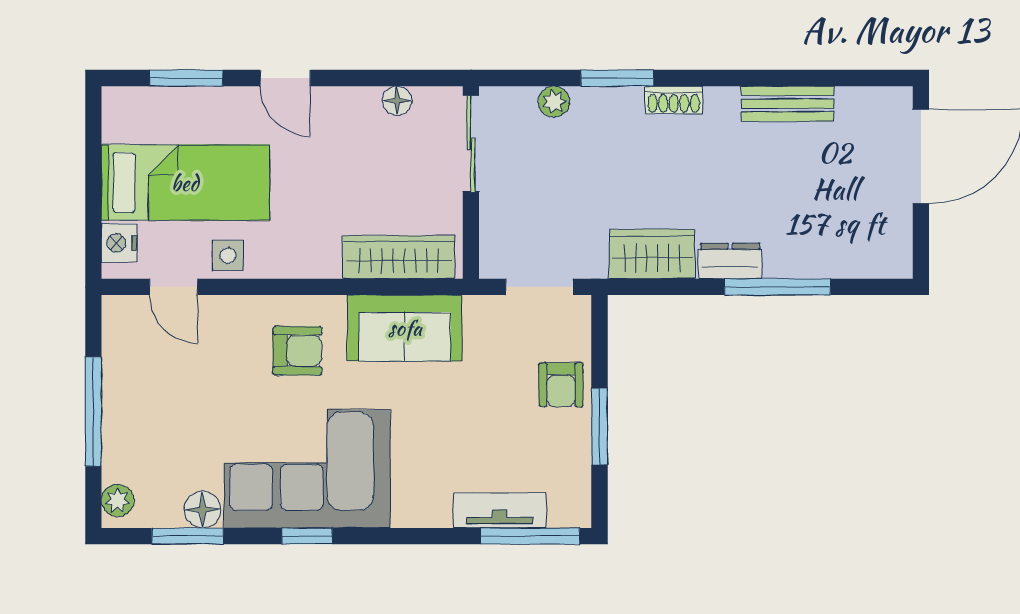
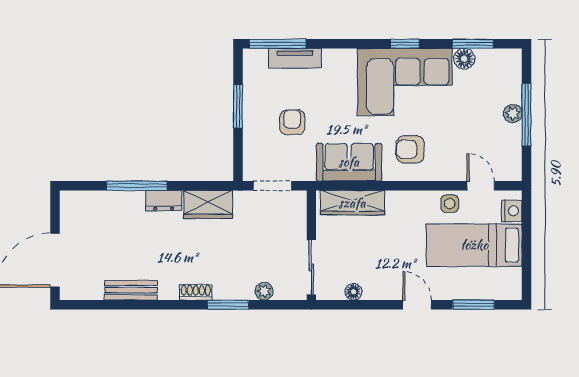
armchair: (561, 385) -> (292, 122), moved
plant: (118, 500) -> (513, 114), moved

